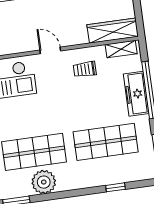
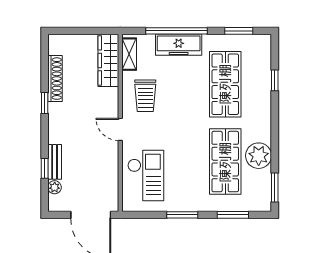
door: (50, 50) -> (120, 129), hinge flipped
trolley: (85, 69) -> (145, 96), width x1.36, depth x1.39

